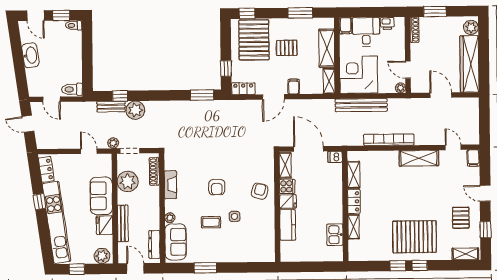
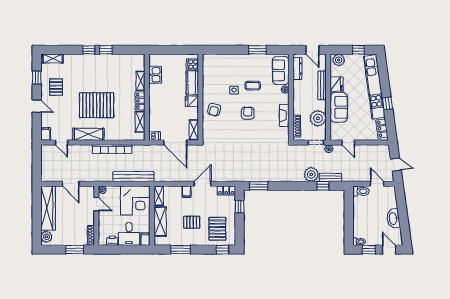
pallet: (254, 40) -> (217, 229), width x0.73, depth x0.71
cooker: (287, 186) -> (192, 64), moved
pallet: (415, 237) -> (97, 105), moved

